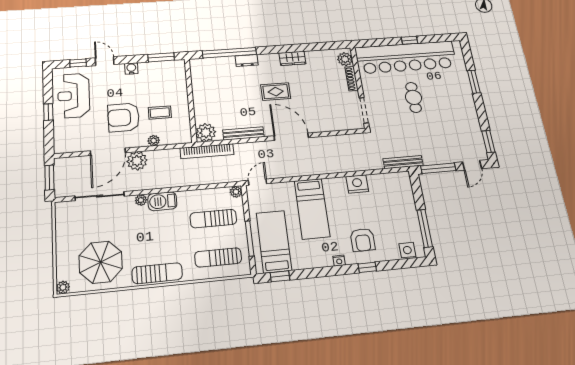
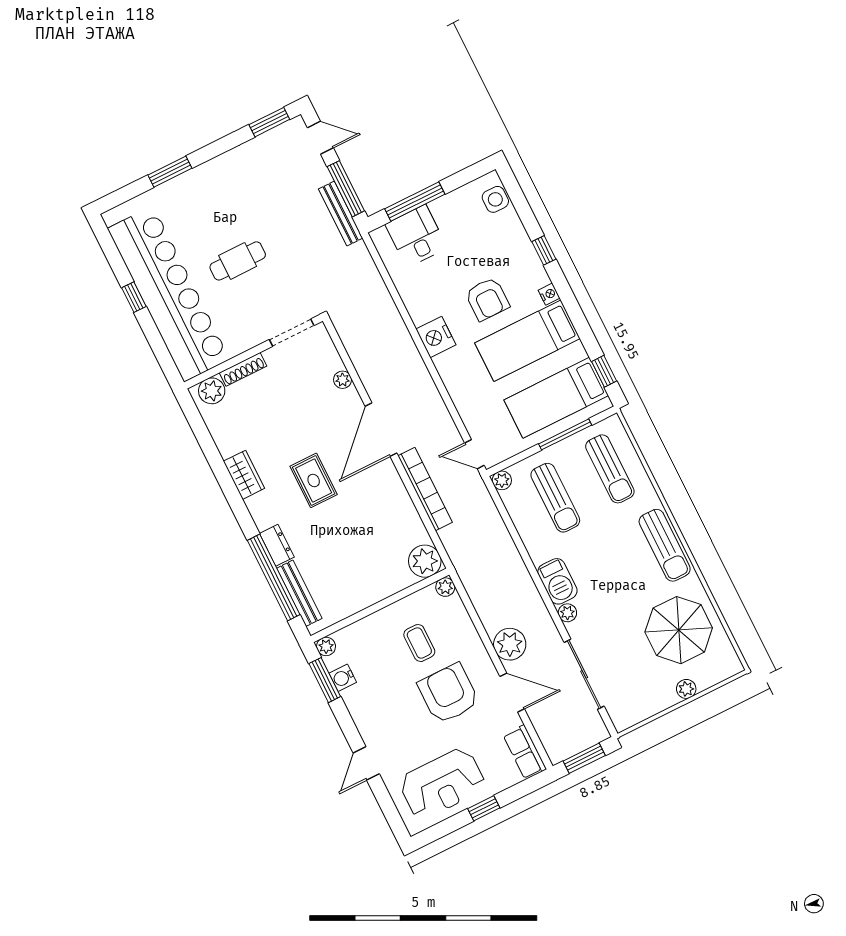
window: (78, 63) -> (386, 802), removed
plant: (180, 65) -> (326, 646), added
water cooler: (131, 69) -> (343, 678), moved
armchair: (124, 117) -> (449, 694), turned 180
plant: (328, 127) -> (343, 380), added
bench: (243, 133) -> (299, 593), moved
plant: (154, 141) -> (445, 587), moved
row of seats: (70, 146) -> (525, 752), added
bookcase: (207, 151) -> (425, 489), moved
door: (108, 152) -> (512, 693), width x0.73
bench: (403, 162) -> (341, 214), moved
nightstand: (357, 184) -> (436, 337), moved
desk: (399, 197) -> (416, 236), added
bed: (312, 209) -> (527, 341), moved, turned 180
window: (425, 228) -> (415, 202), moved
armchair: (363, 240) -> (487, 299), moved, turned 90
sun lounger: (157, 273) -> (665, 545), turned 180
plant: (63, 287) -> (686, 689), moved

